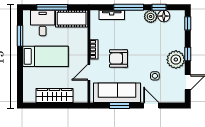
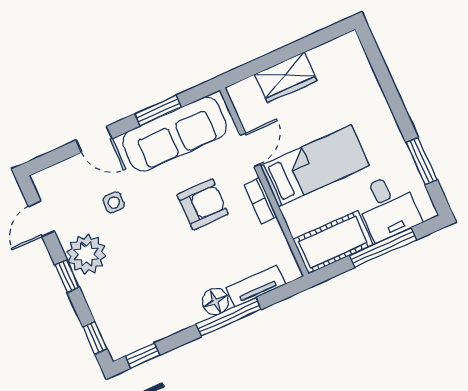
window: (159, 7) -> (143, 356), moved
plant: (151, 16) -> (176, 318), removed
floor lamp: (164, 16) -> (215, 301), moved
bed: (46, 56) -> (315, 166), moved, turned 180
wardrobe: (55, 96) -> (286, 78), width x0.67

